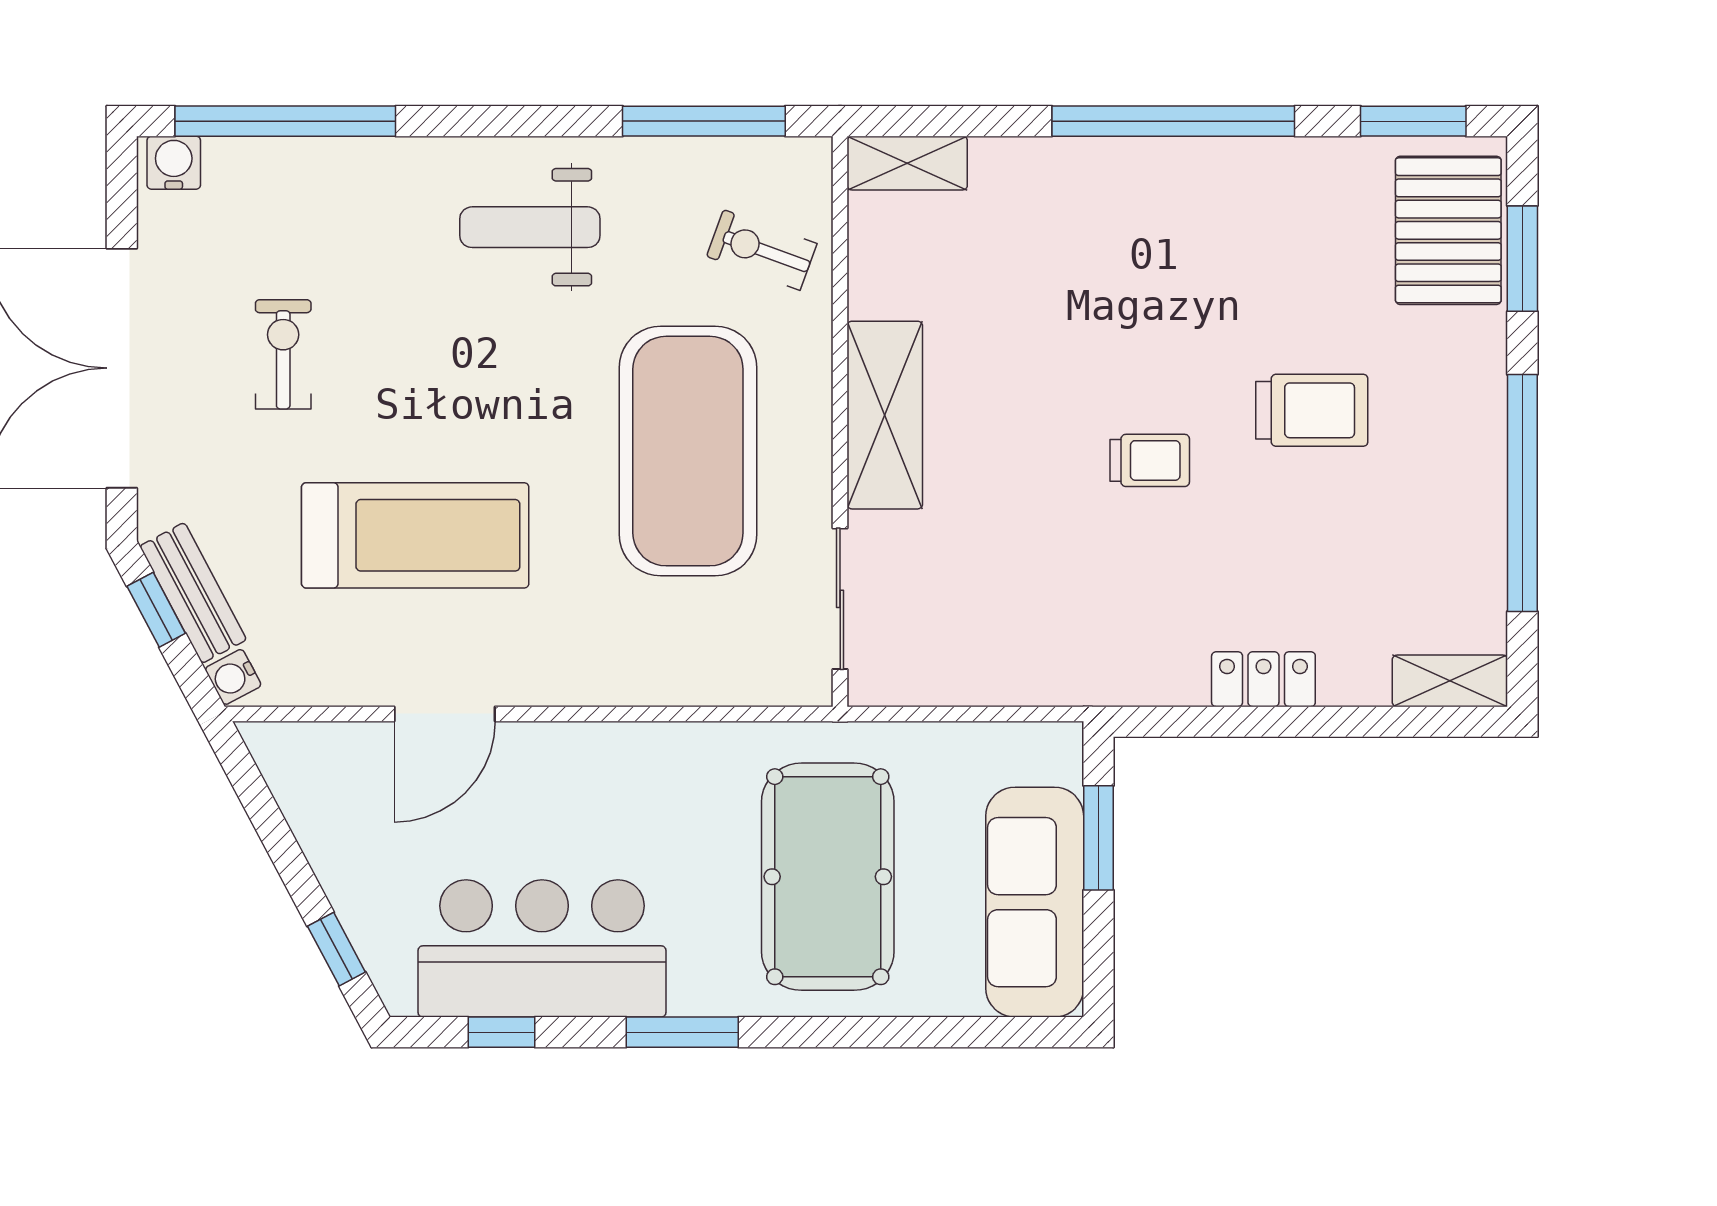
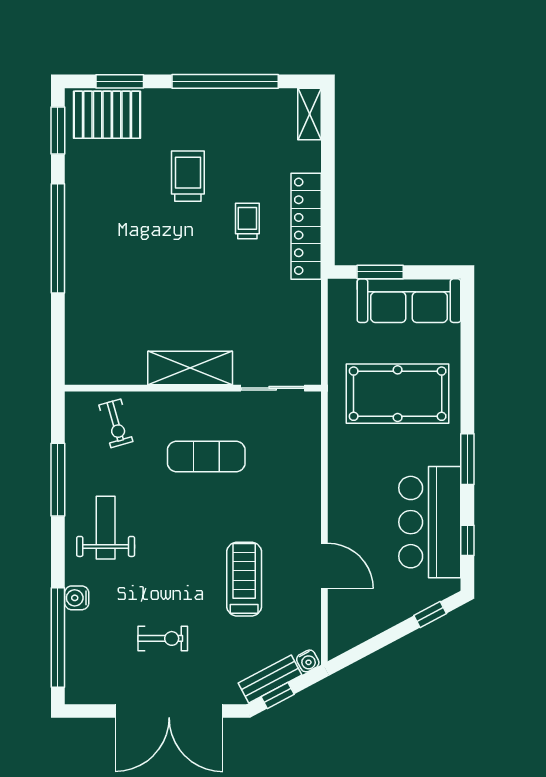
window: (704, 121) -> (58, 480), moved
water cooler: (174, 163) -> (77, 598), moved
shelving: (907, 163) -> (77, 358), removed
weight bench: (530, 227) -> (106, 528), turned 180
exercise bike: (762, 250) -> (116, 423), turned -36
exercise bike: (283, 354) -> (163, 638), turned 180
exercise mat: (688, 451) -> (206, 457), width x0.50, depth x0.69
trolley: (1150, 460) -> (247, 221), moved
treadmill: (415, 535) -> (244, 579), width x0.73, depth x0.73
locker: (1263, 679) -> (306, 226), width x2.16, depth x1.21

